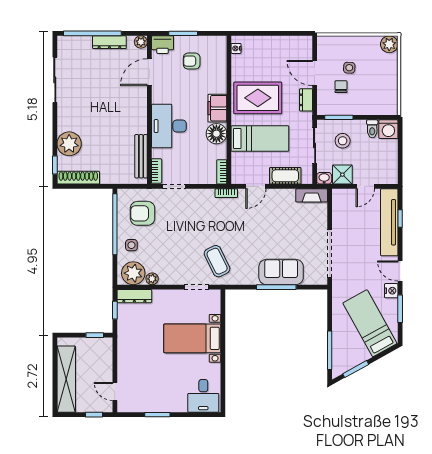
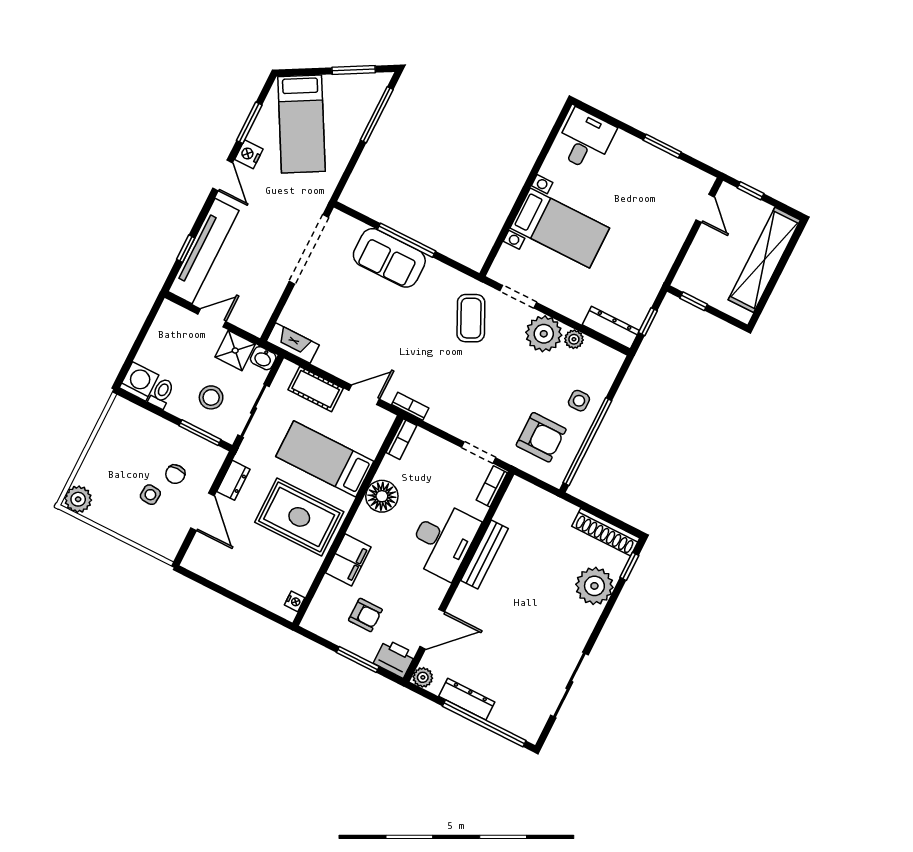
filing cabinet: (217, 108) -> (348, 560), moved
bench: (141, 156) -> (484, 555), moved
plant: (133, 273) -> (544, 334), moved

